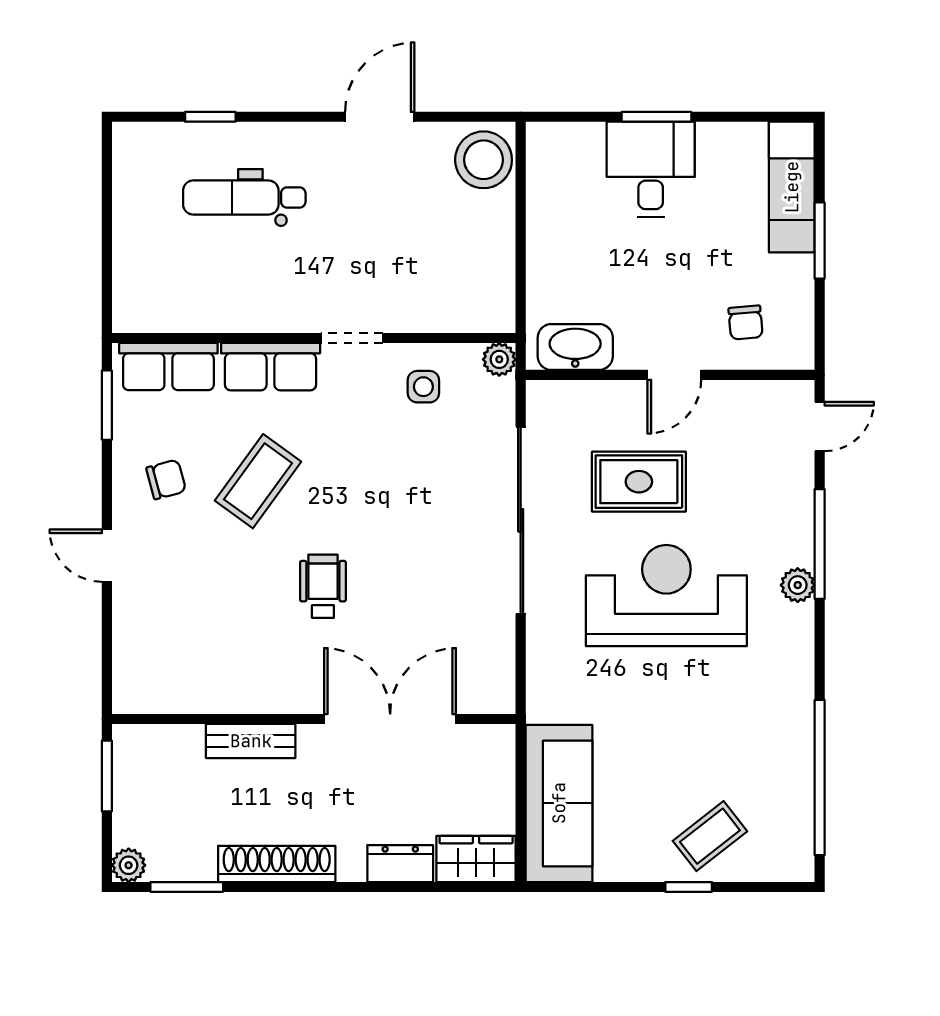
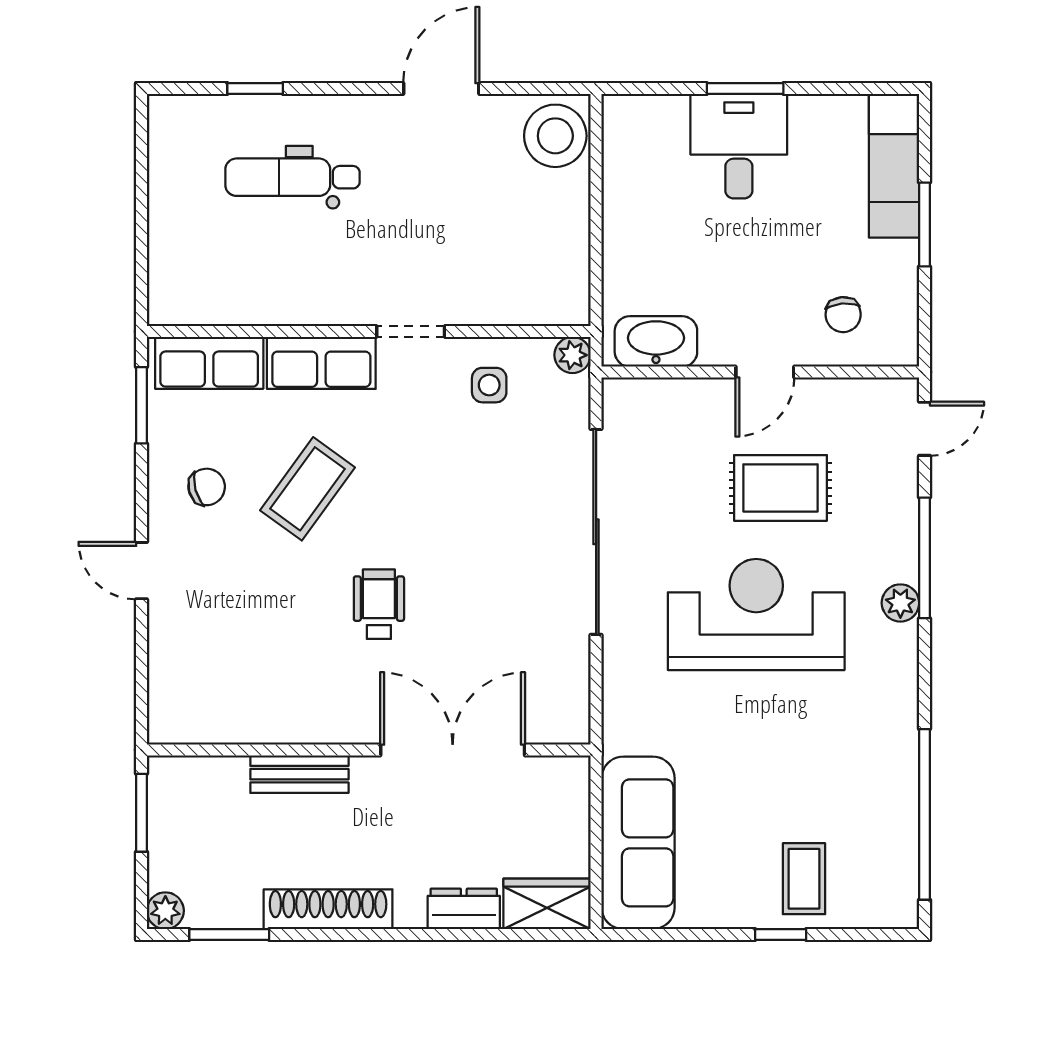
rug: (639, 482) -> (781, 488), moved
coffee table: (710, 836) -> (804, 879), turned -52

